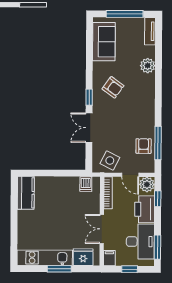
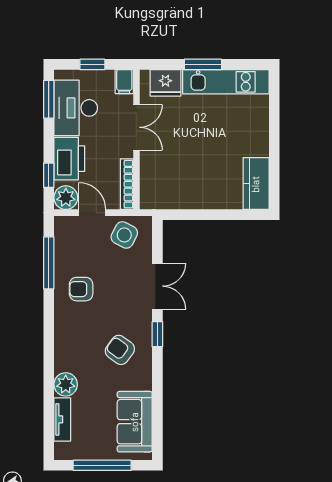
tv unit: (150, 31) -> (62, 419), moved
armchair: (144, 146) -> (81, 289), moved, turned 90
dishwasher: (86, 184) -> (162, 198), removed

